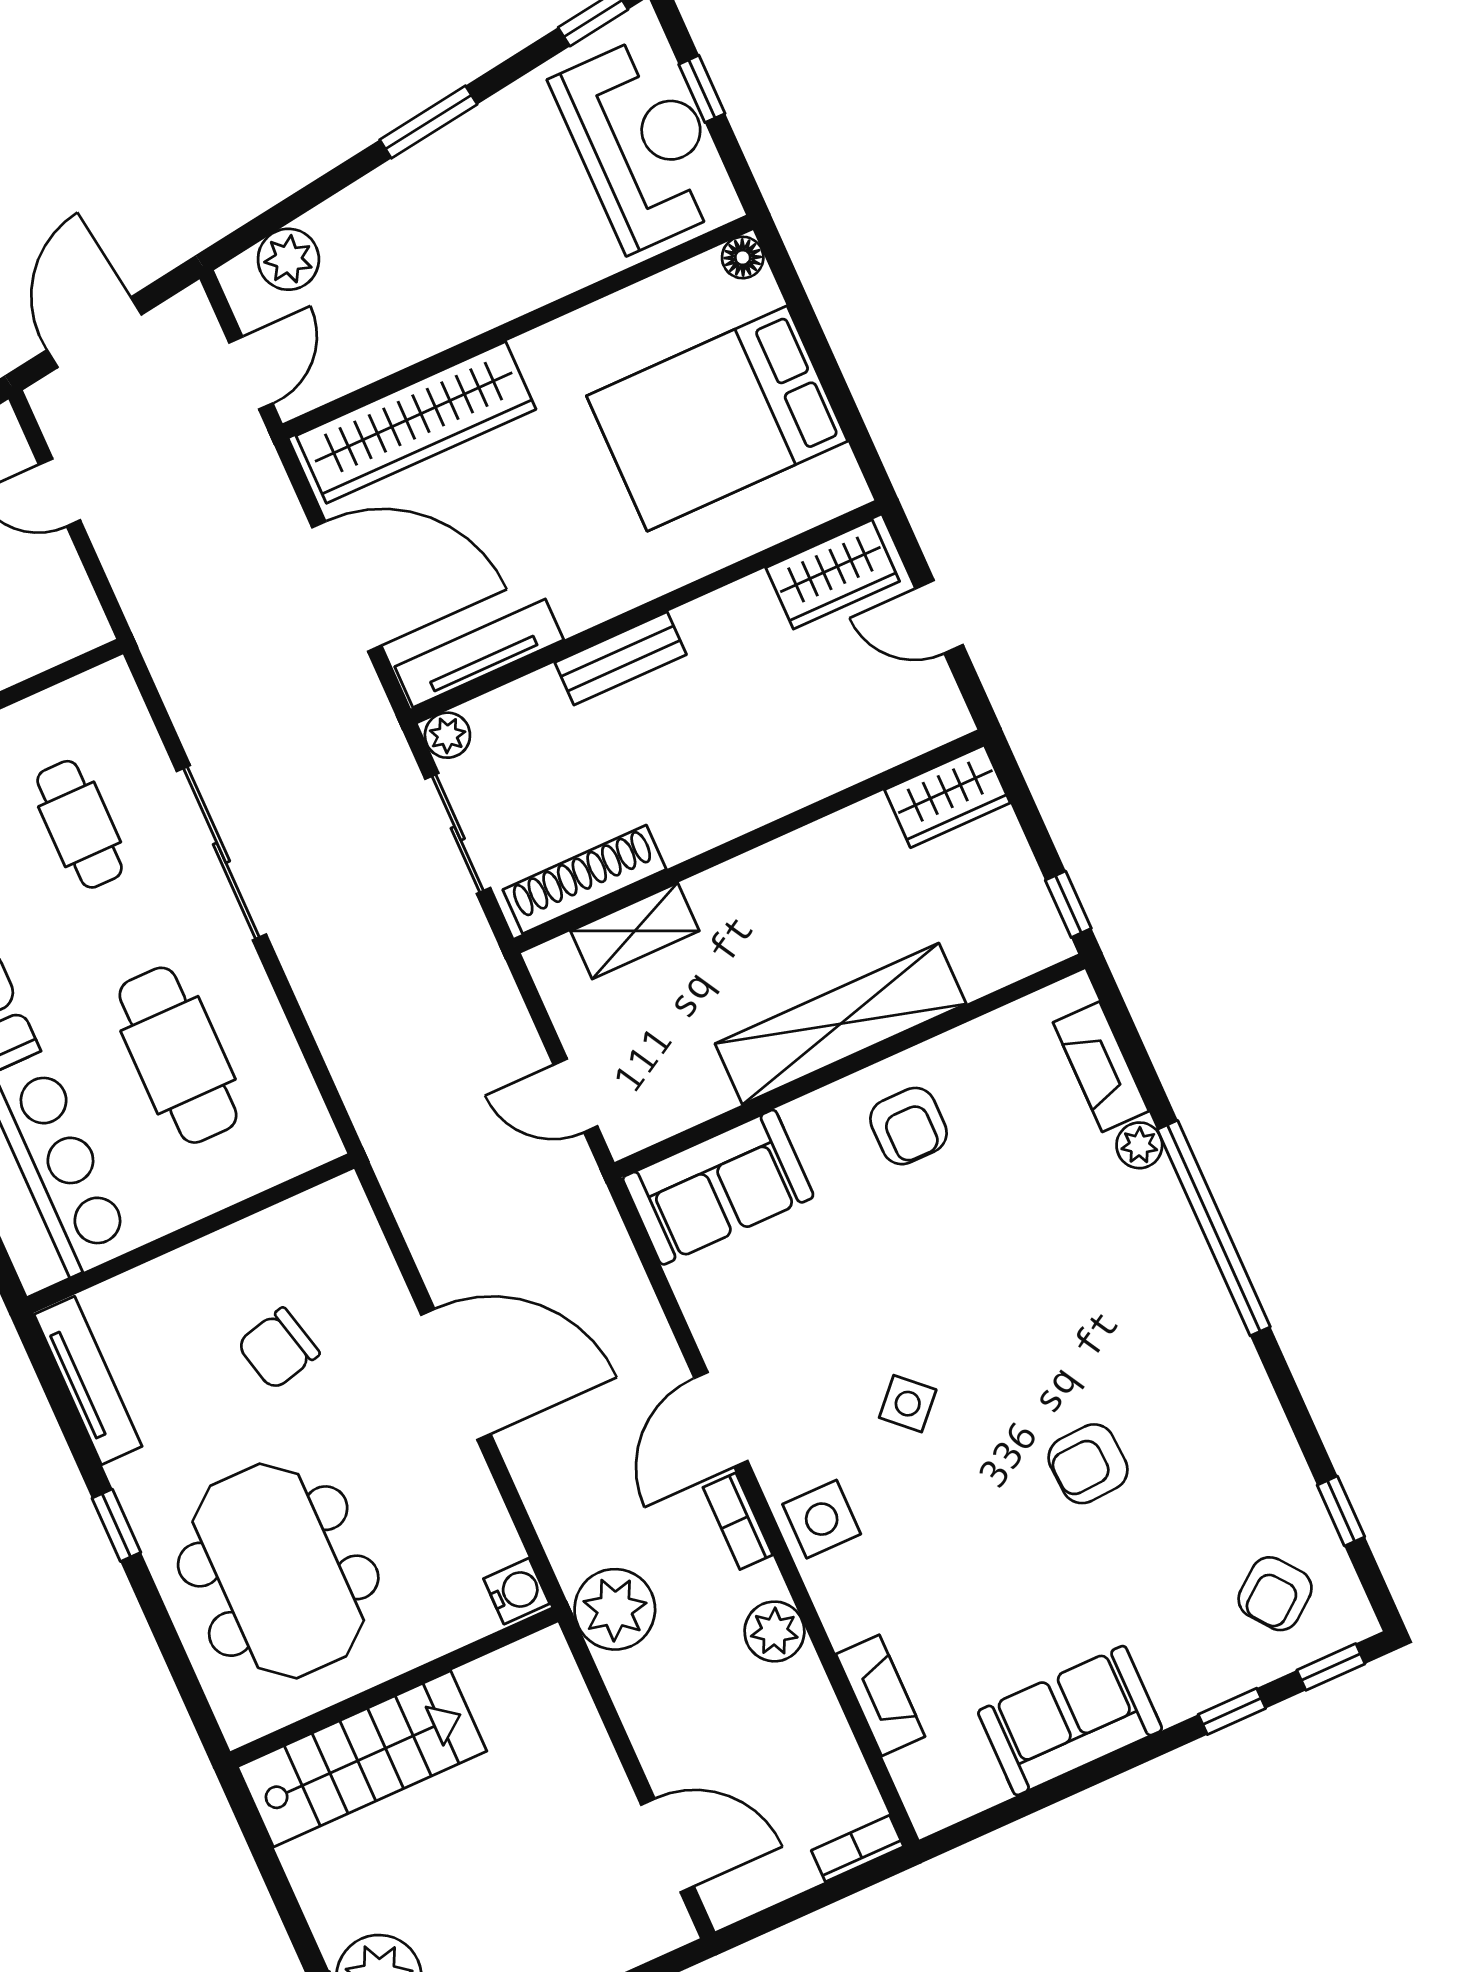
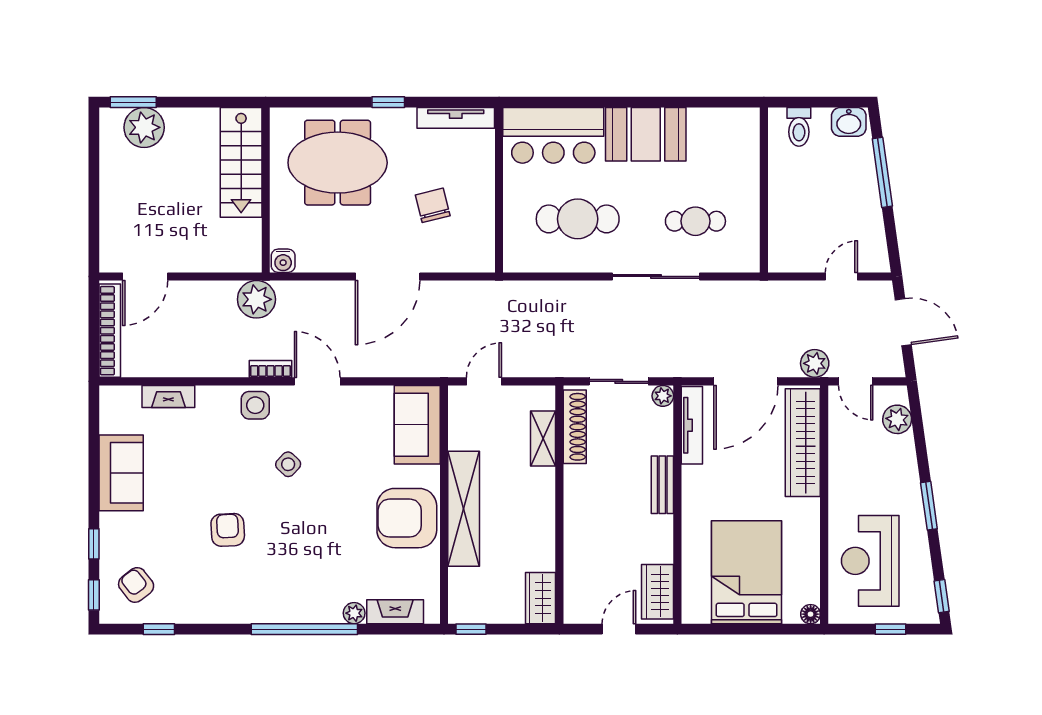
reception desk: (642, 143) -> (870, 561), moved, turned 90
armchair: (909, 1126) -> (407, 518), width x1.88, depth x1.88
plant: (774, 1631) -> (815, 363), moved
bookcase: (858, 1849) -> (110, 331), width x2.31, depth x1.31

